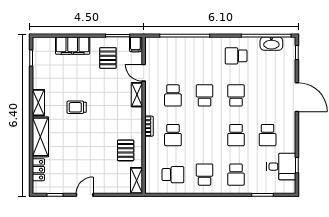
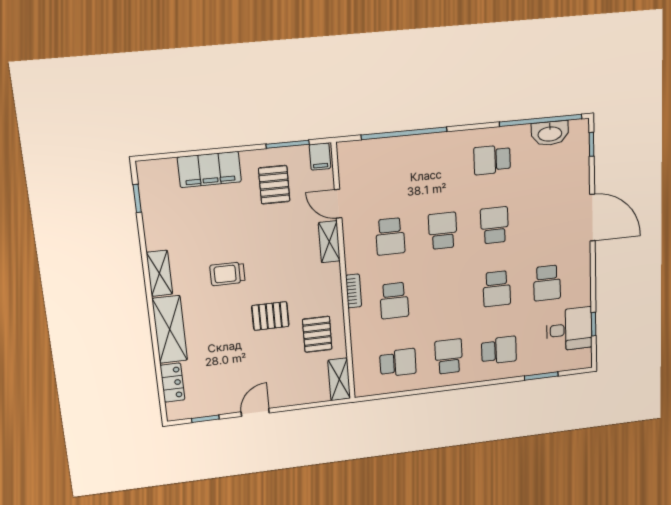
pallet: (99, 136) -> (270, 316), added
school desk: (236, 175) -> (499, 350), turned -90

